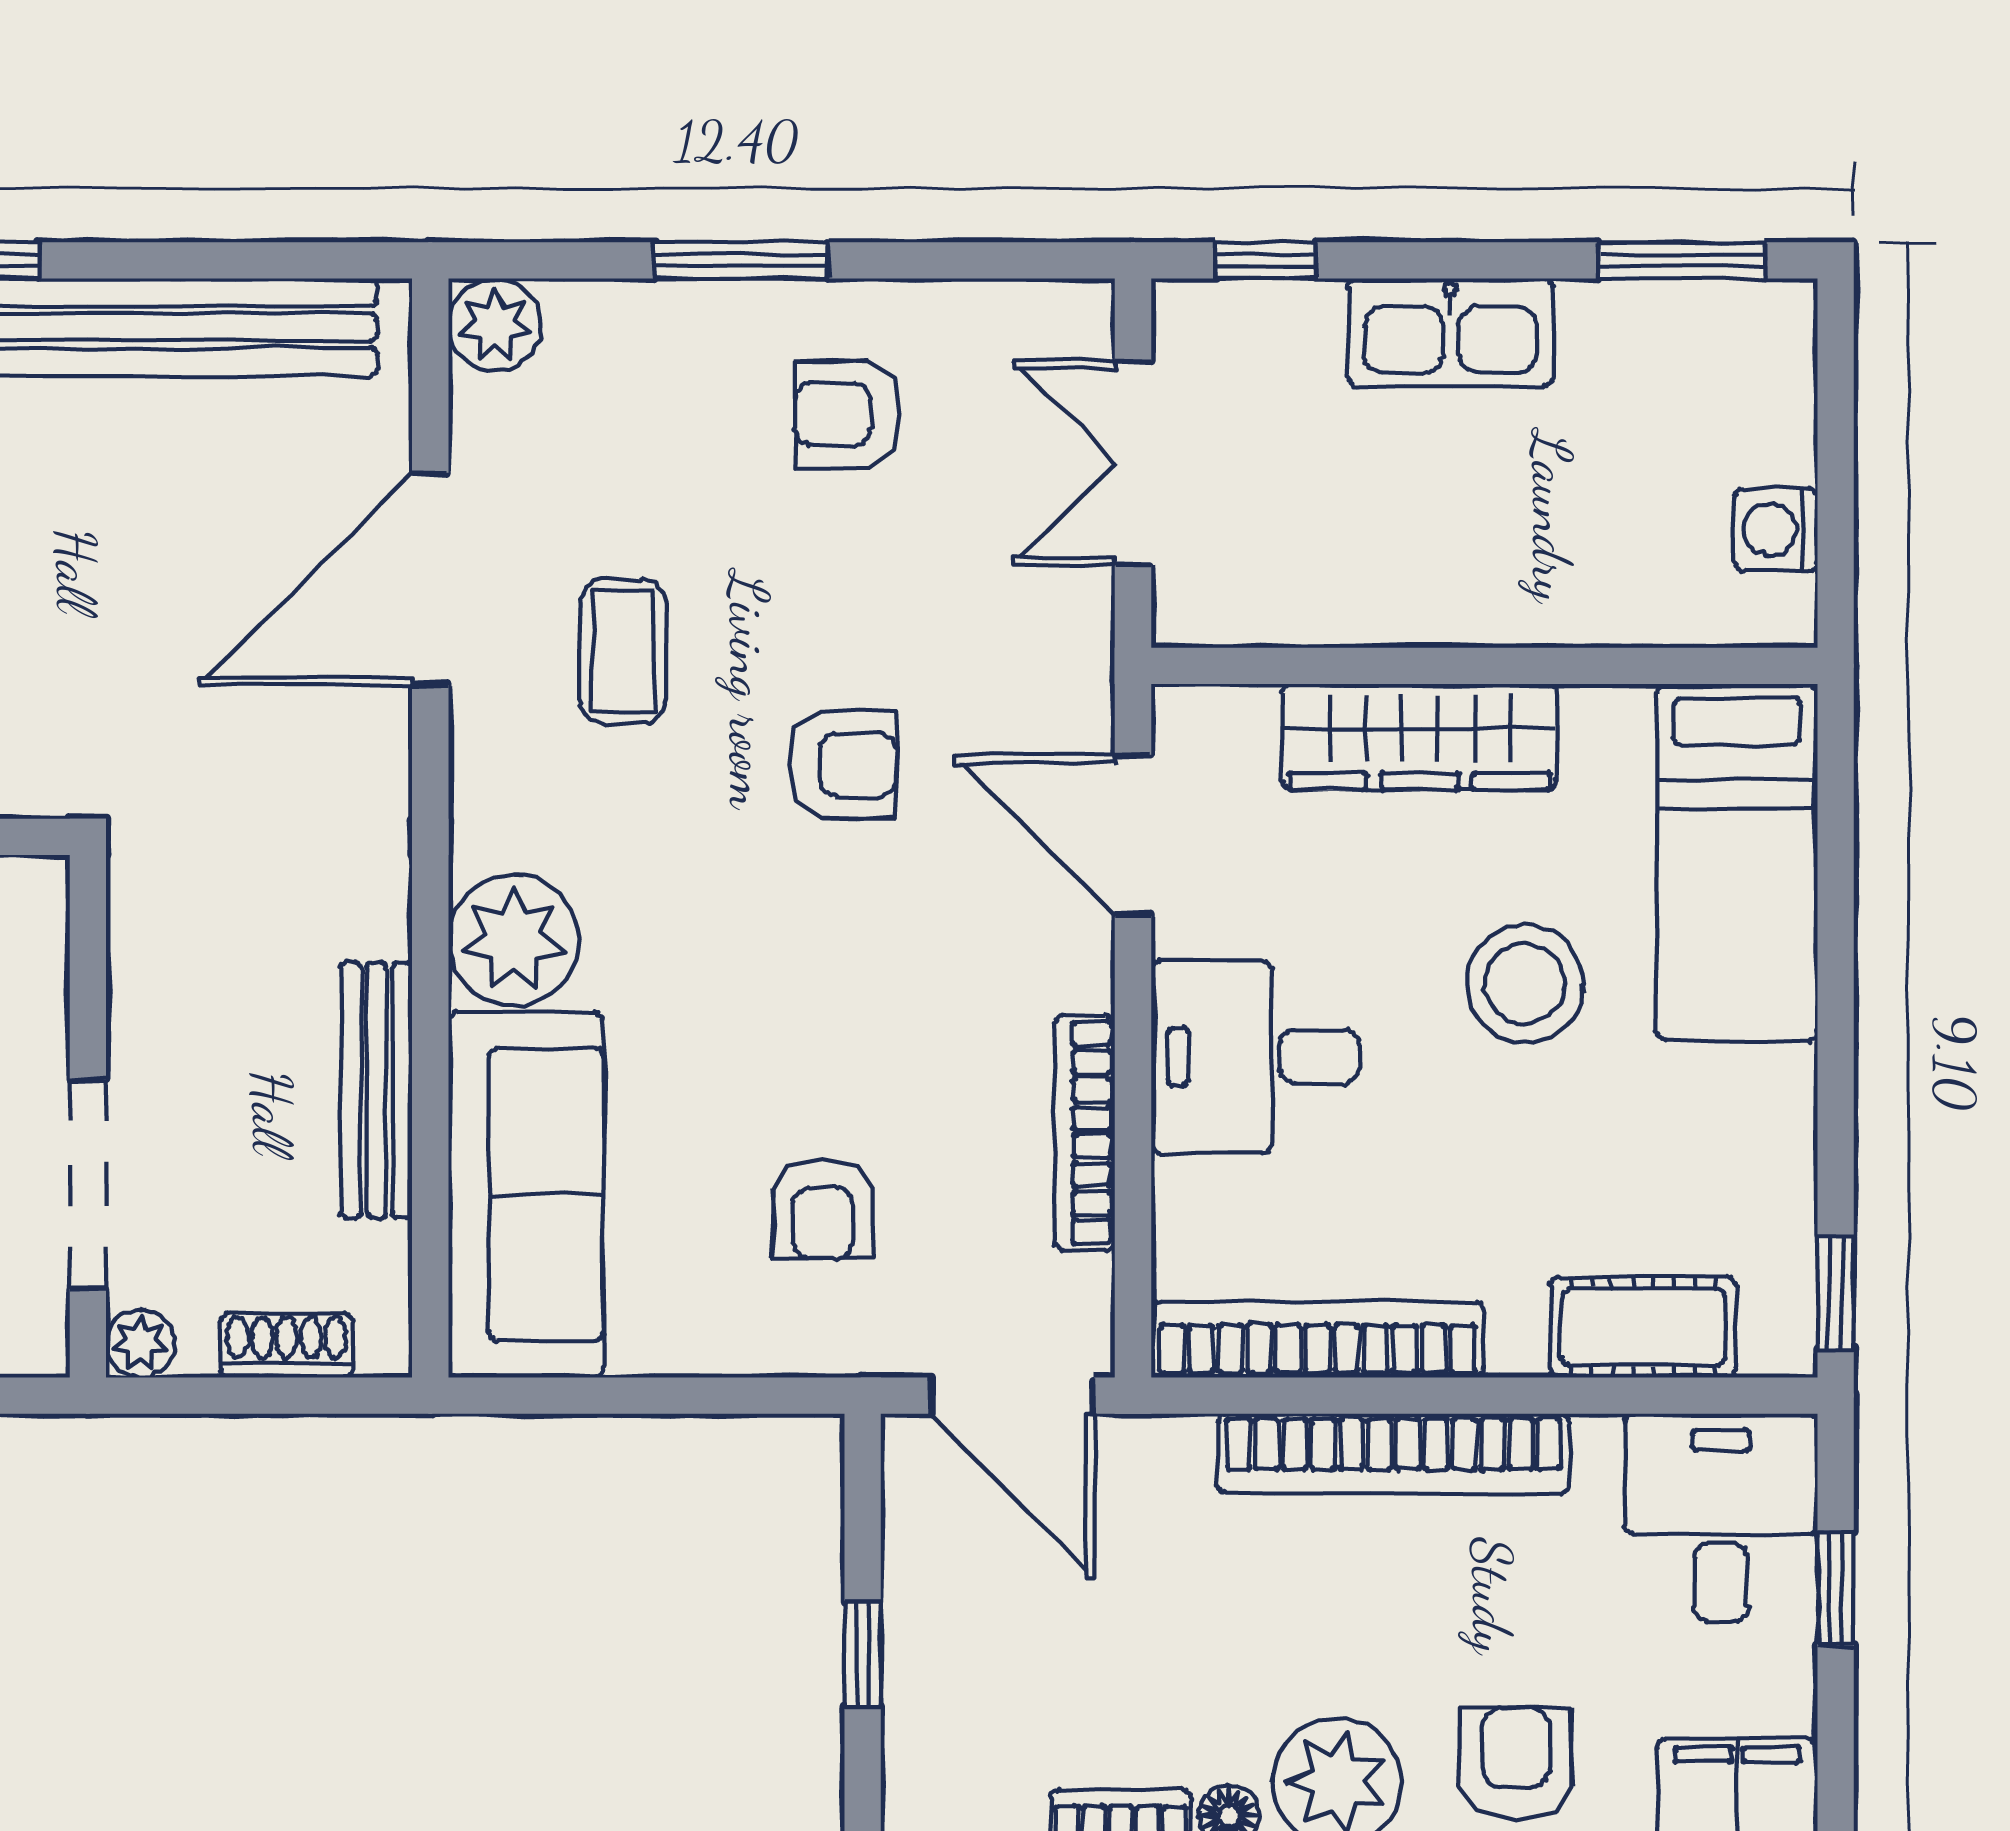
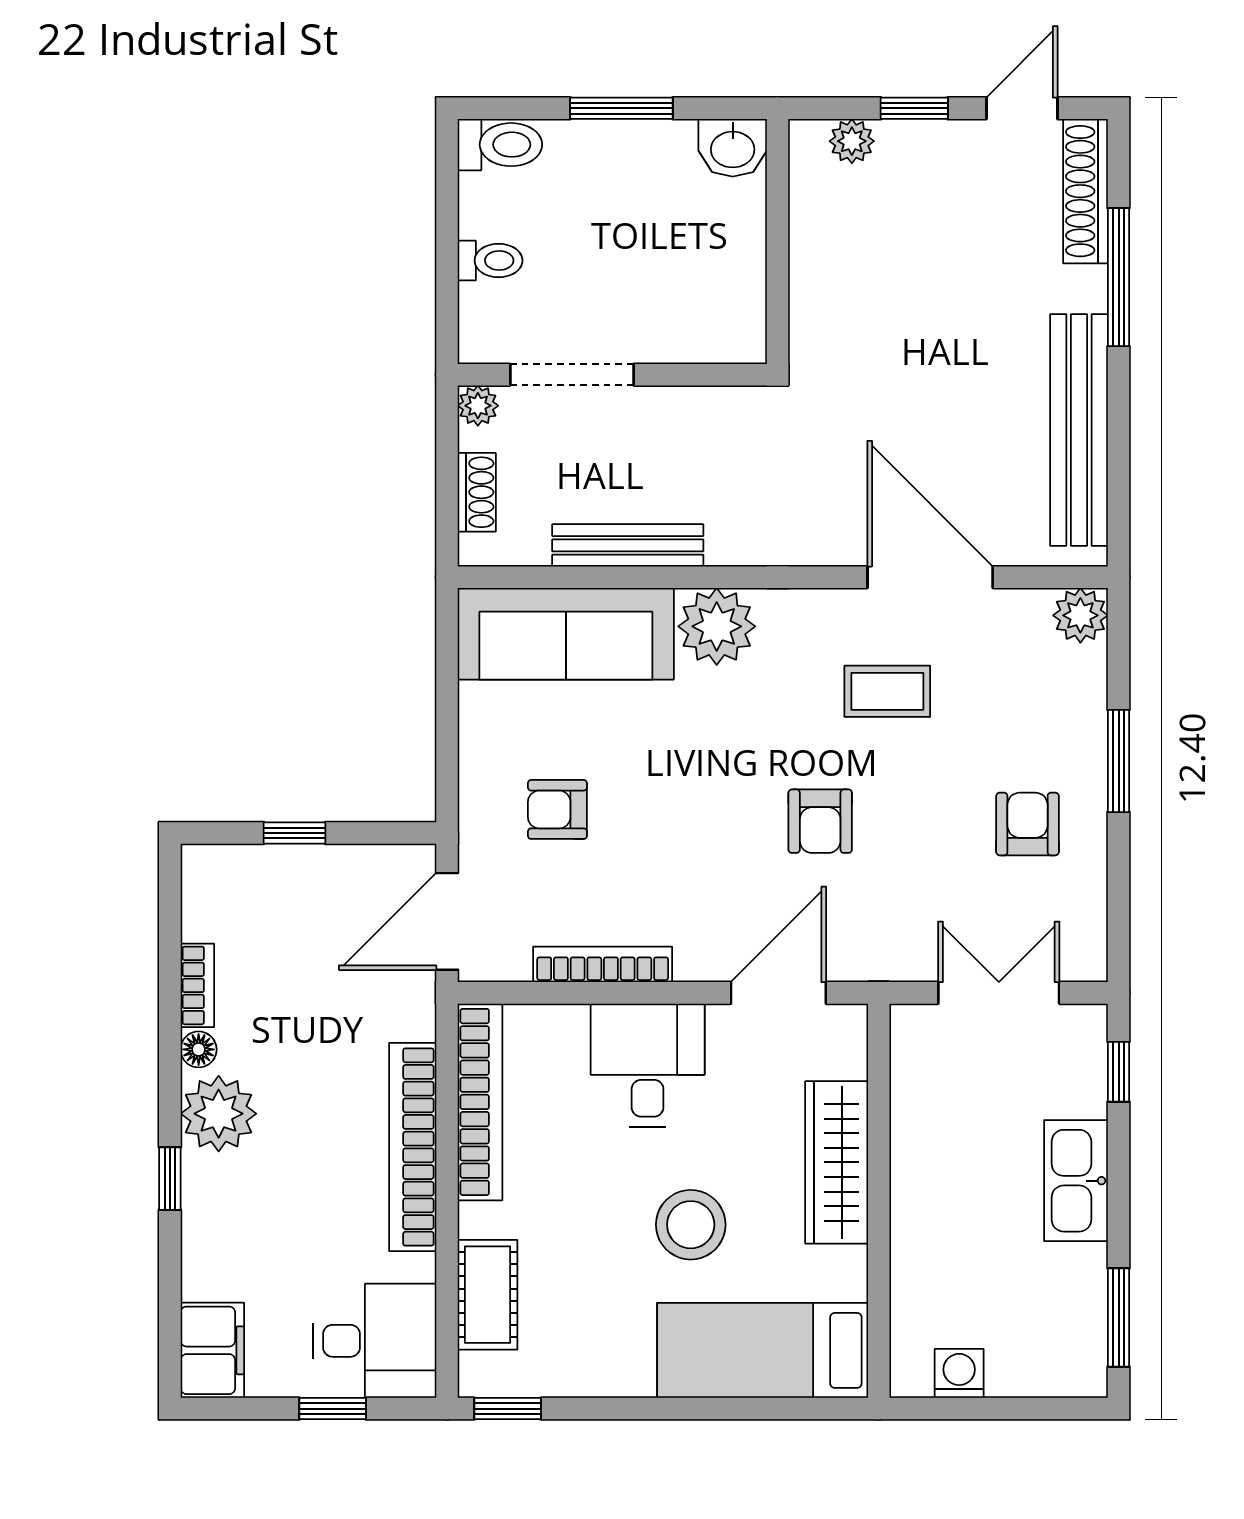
armchair: (1516, 1763) -> (230, 1219), removed

